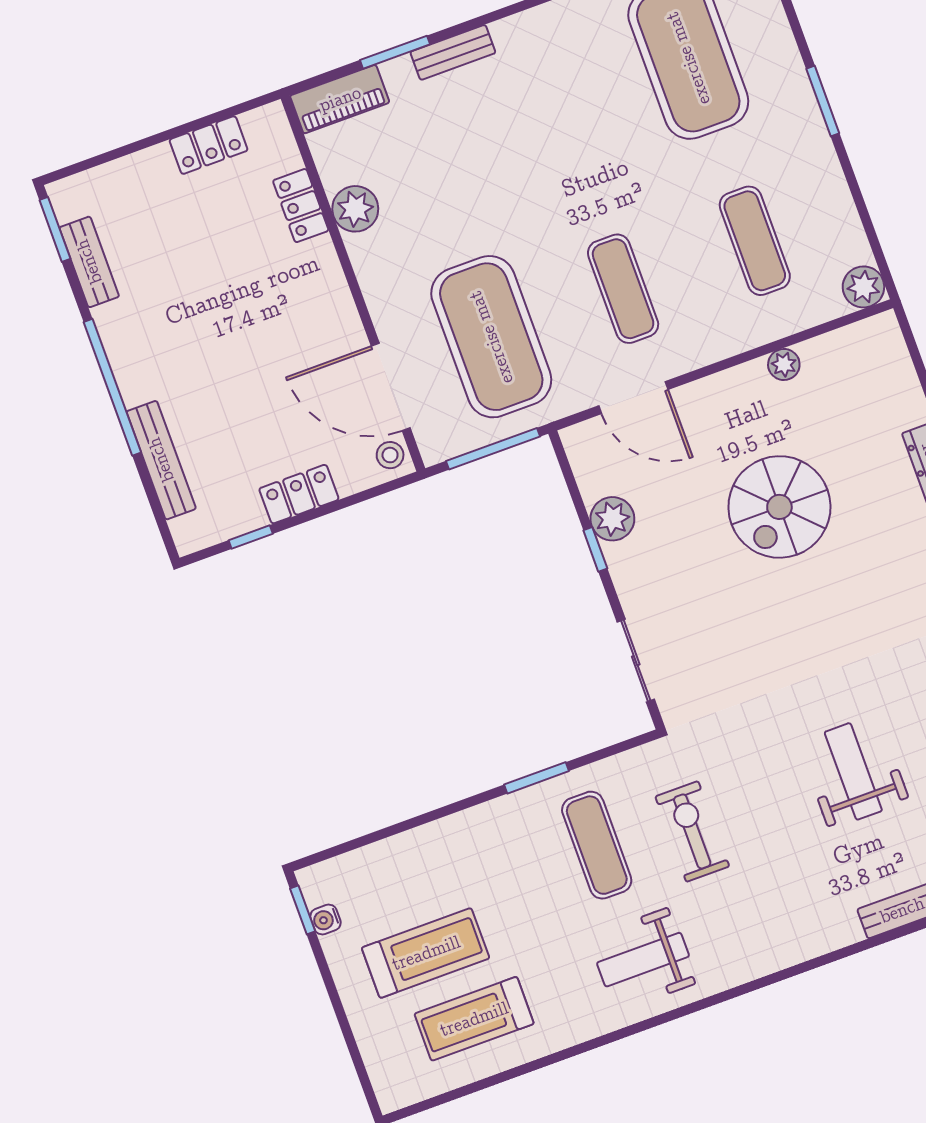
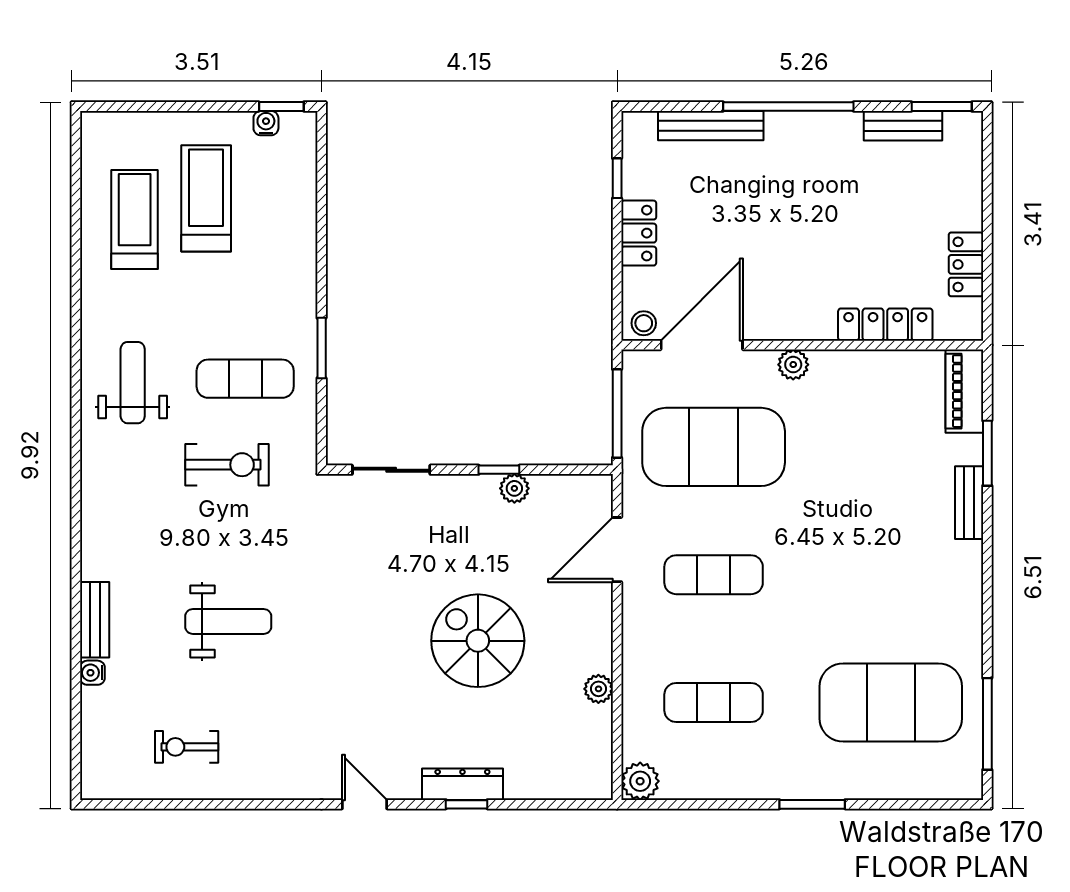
locker: (301, 206) -> (885, 325), width x1.53
plant: (355, 209) -> (793, 365), moved, width x0.73, depth x0.73
plant: (612, 519) -> (514, 488), width x0.73, depth x0.73
treadmill: (426, 953) -> (206, 198), turned 180

